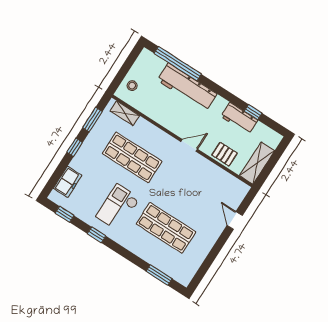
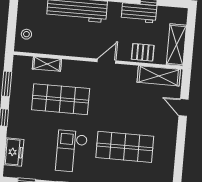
shelving: (125, 113) -> (47, 64), moved
shelving: (228, 182) -> (159, 76), added

